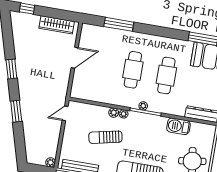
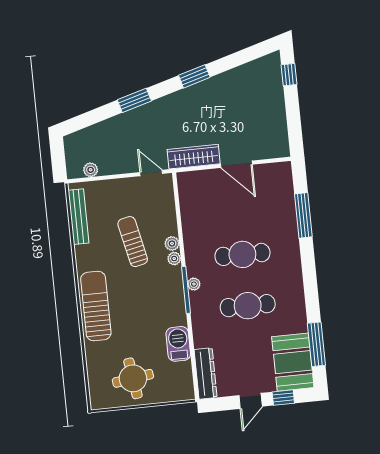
wardrobe: (57, 25) -> (194, 157), moved, turned 90
plant: (51, 162) -> (91, 170), moved

